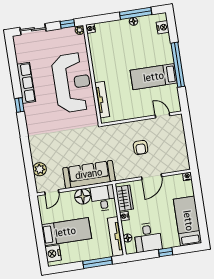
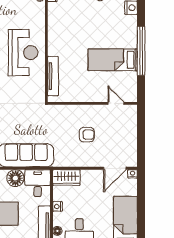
reception desk: (72, 83) -> (23, 53), width x0.74, depth x0.77
armchair: (141, 147) -> (87, 135), turned -90
door: (152, 177) -> (115, 168), moved
wardrobe: (124, 198) -> (66, 177), moved, turned 90

